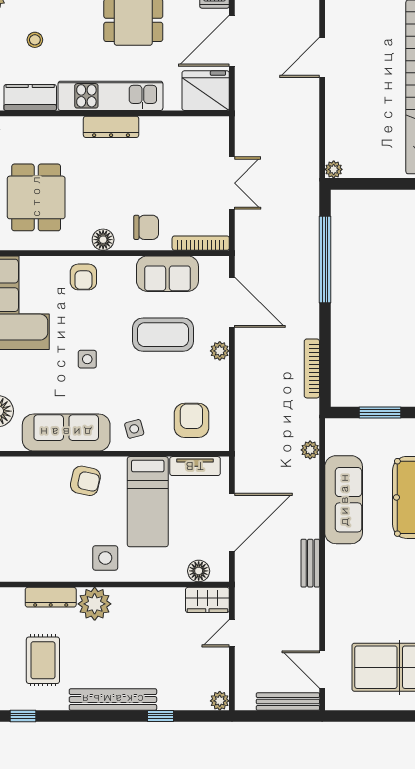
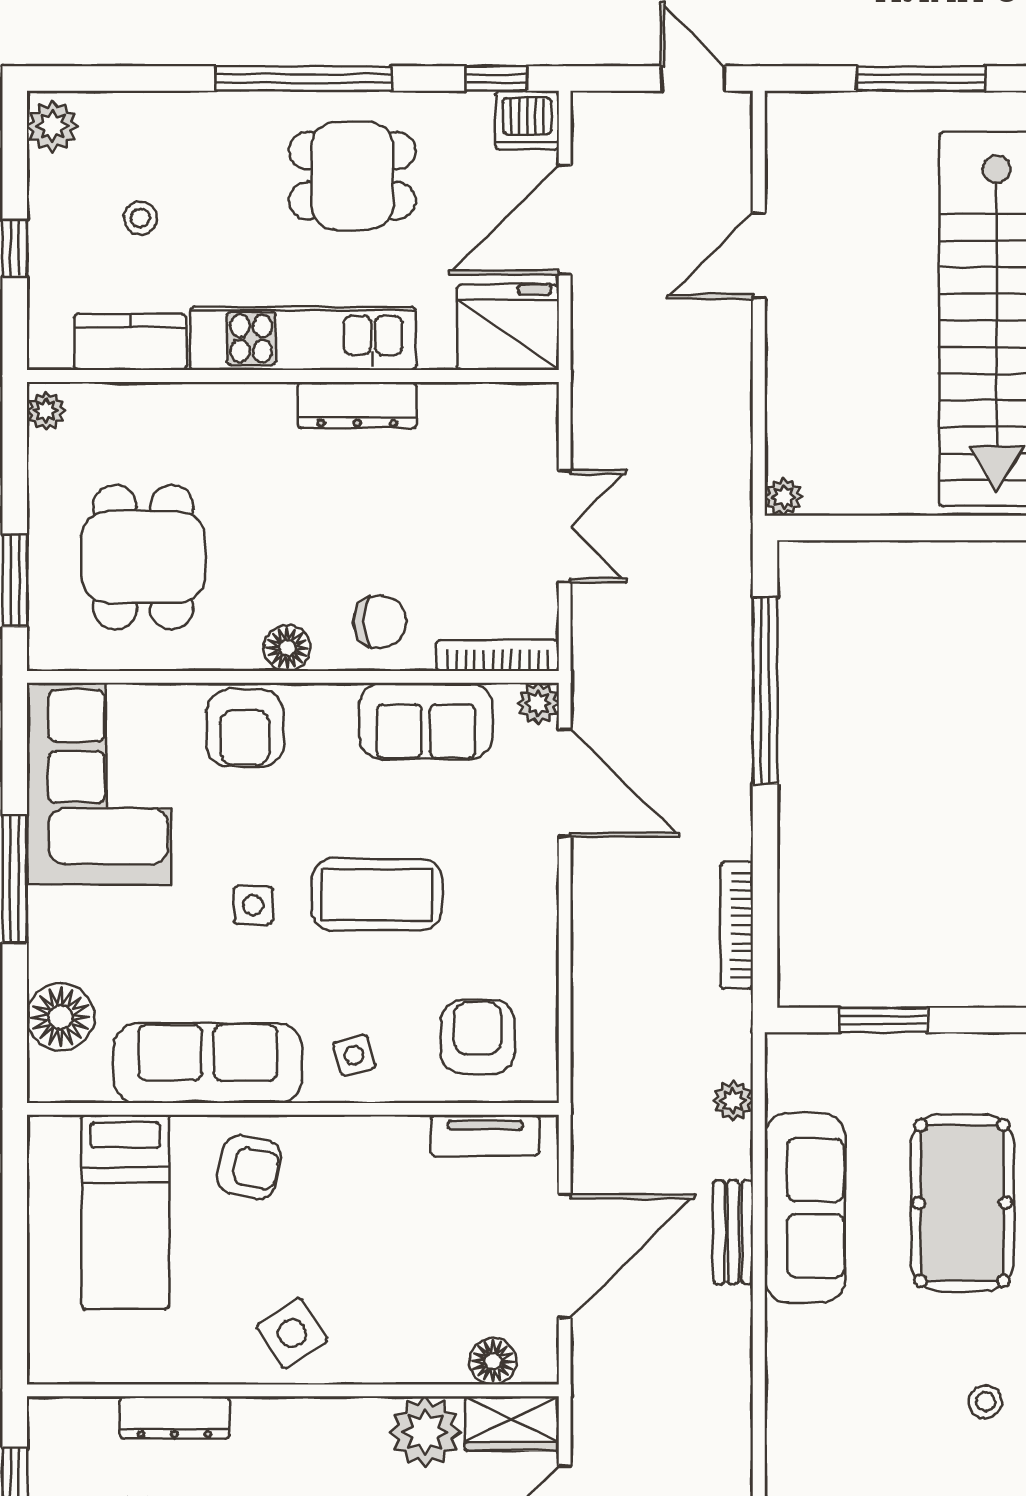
dresser: (111, 127) -> (357, 405), moved
armchair: (83, 277) -> (245, 728), width x1.38, depth x1.38
coffee table: (163, 335) -> (377, 895), moved
plant: (220, 351) -> (538, 703), moved
bed: (148, 502) -> (125, 1212), moved
side table: (105, 558) -> (292, 1333), turned -33
bench: (310, 563) -> (733, 1232), moved
plant: (95, 604) -> (425, 1432), moved

